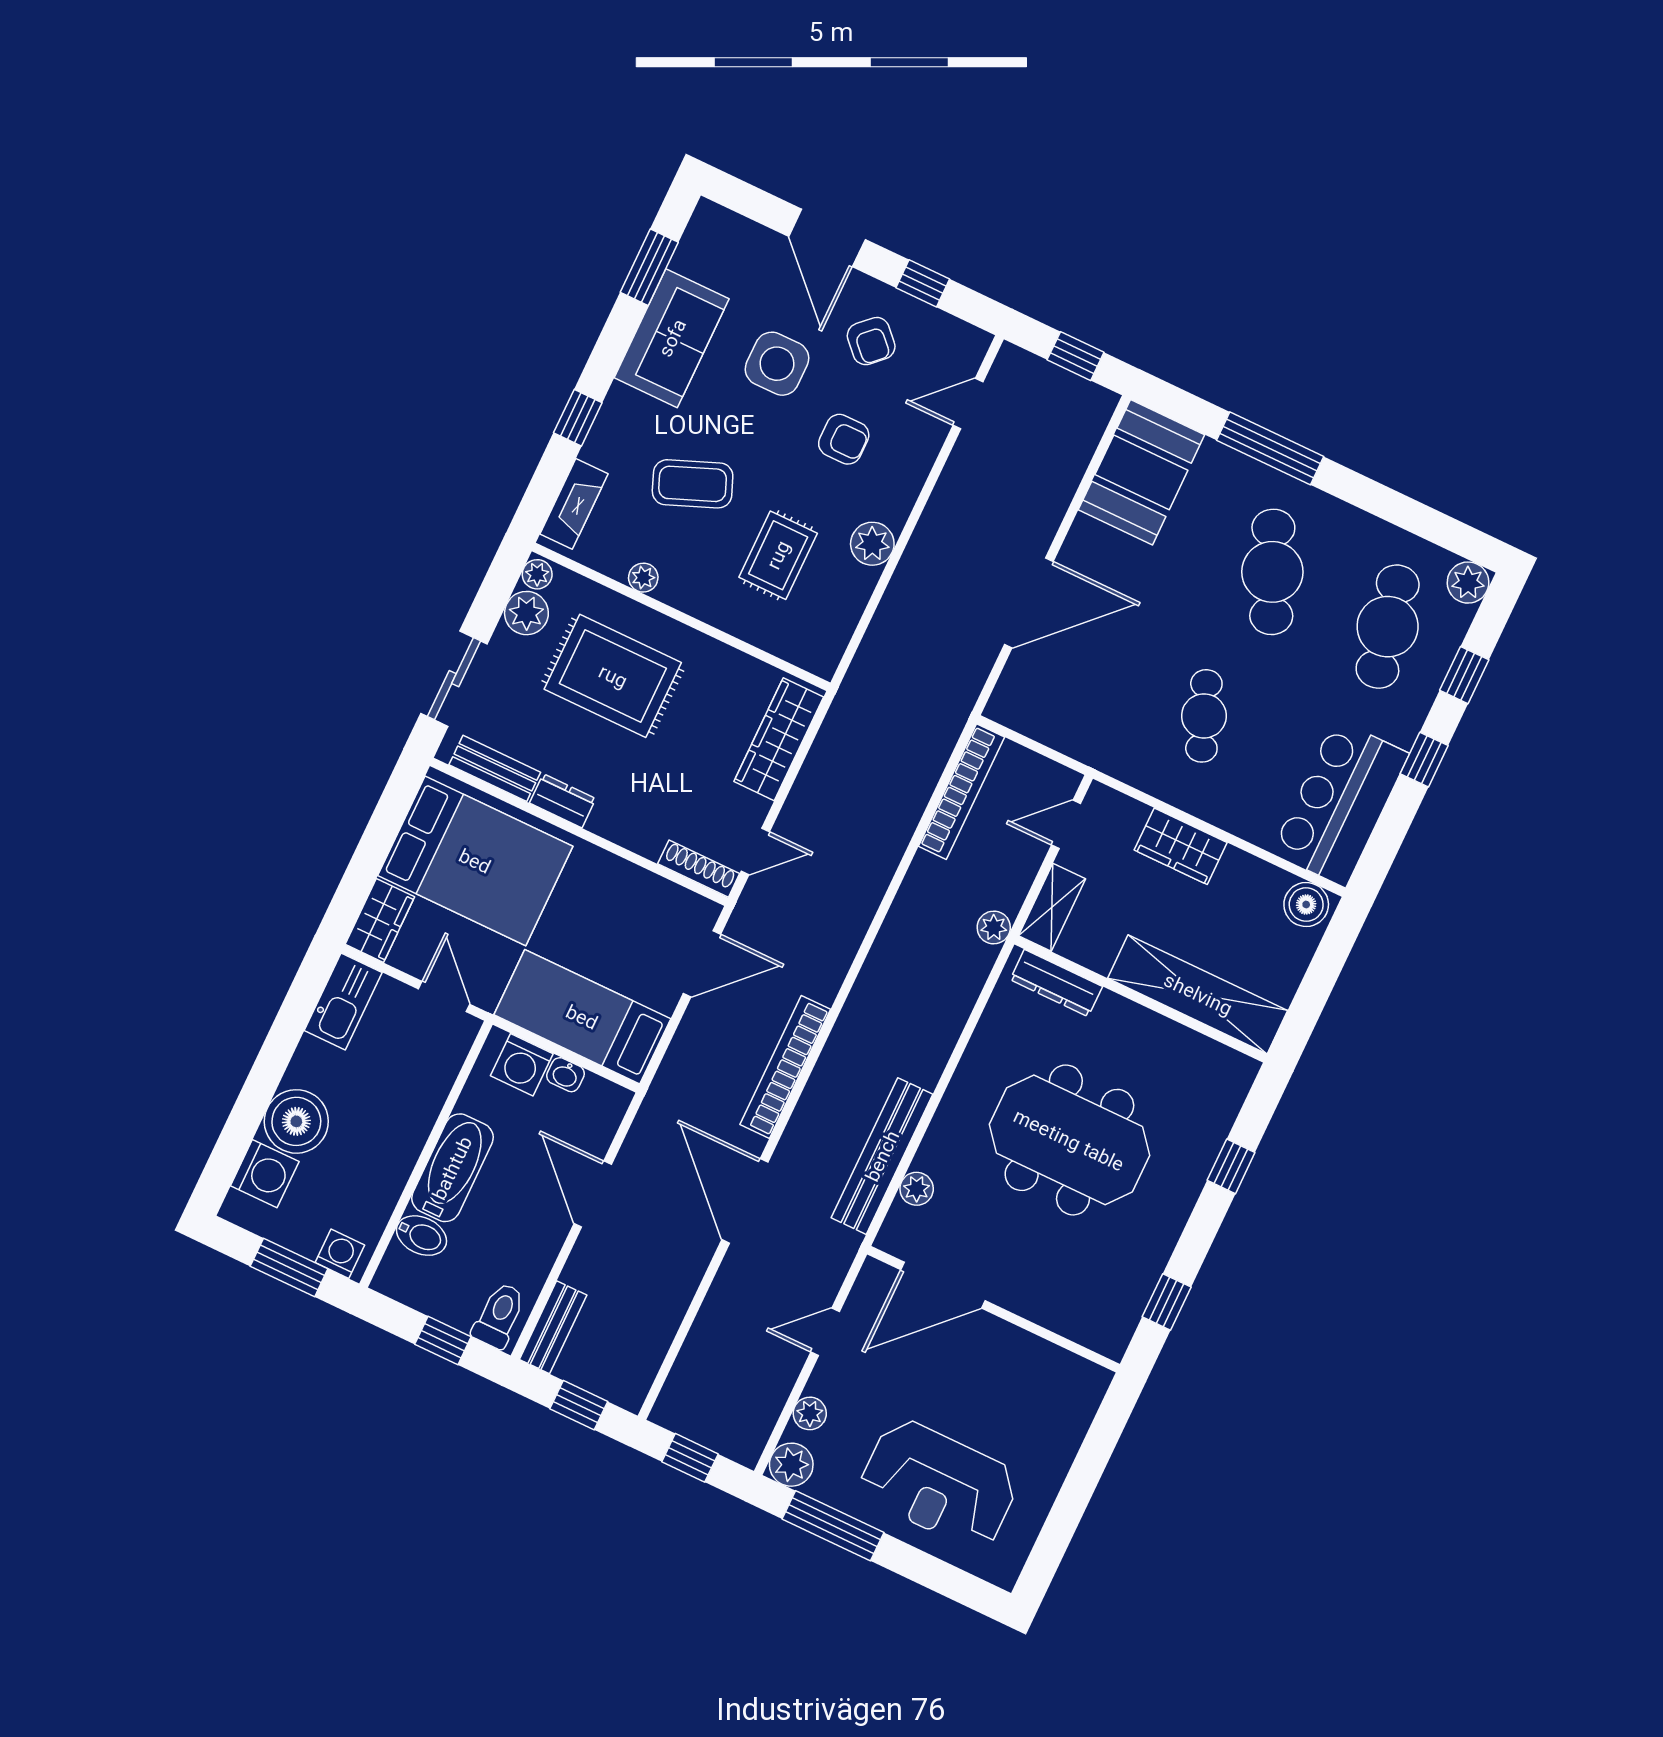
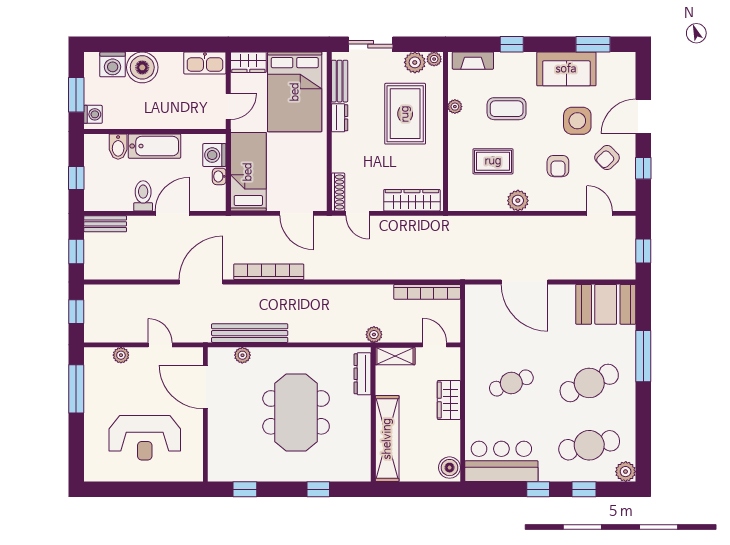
coffee table: (693, 484) -> (507, 109), turned -68
toilet: (499, 1315) -> (143, 196), moved, turned -90
plant: (791, 1465) -> (94, 358), removed
reception desk: (939, 1484) -> (145, 438), moved, turned -90

